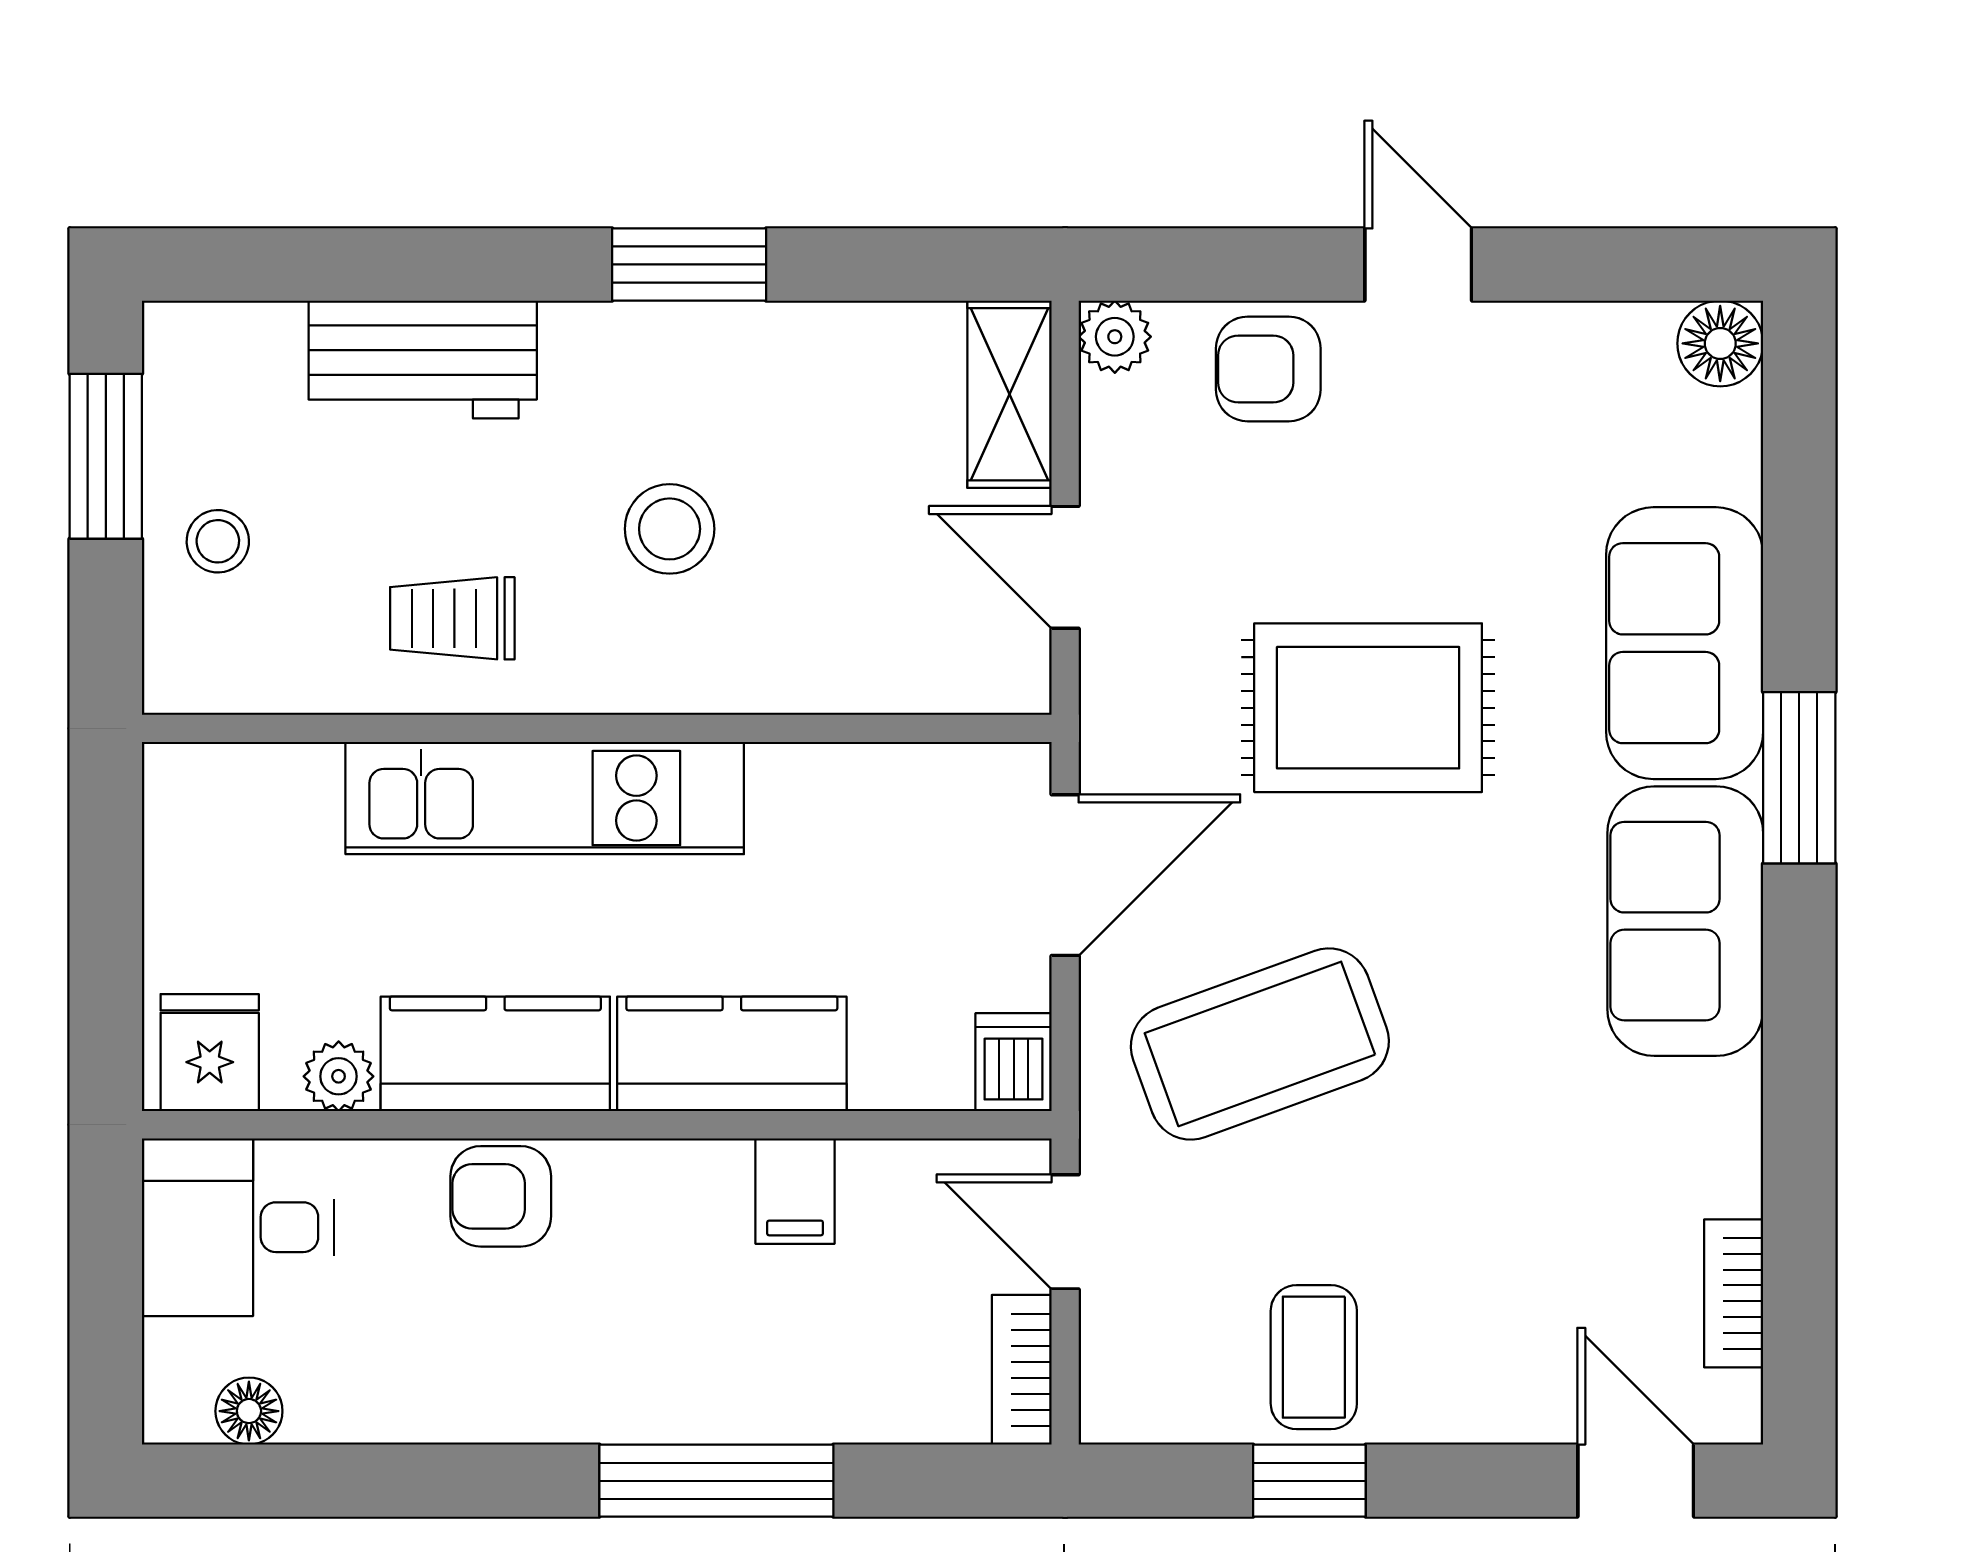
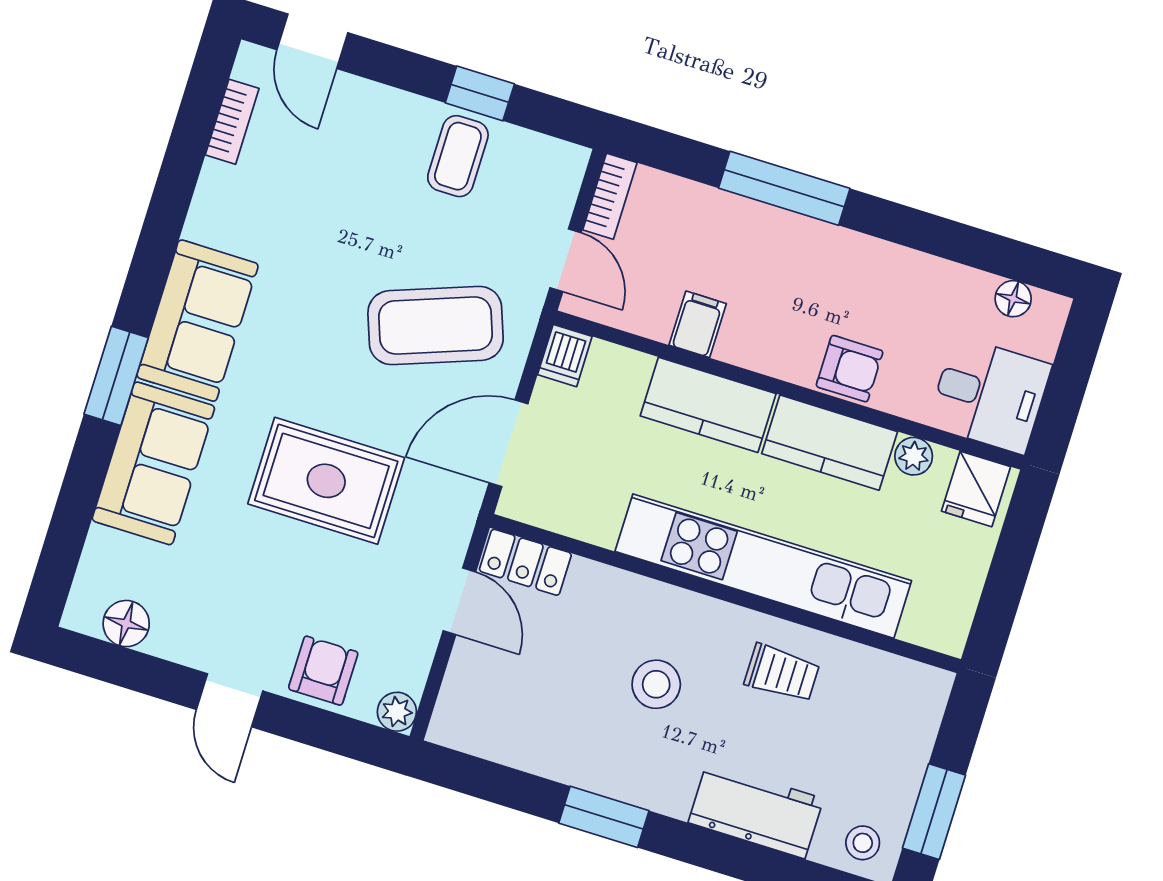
floor lamp: (1720, 343) -> (126, 624), moved
armchair: (1268, 369) -> (323, 671), turned -90
shelving: (1009, 394) -> (460, 699), removed
stool: (218, 541) -> (863, 843), moved
locker: (969, 673) -> (525, 562), added
kitchen unit: (545, 798) -> (763, 566), width x1.36

